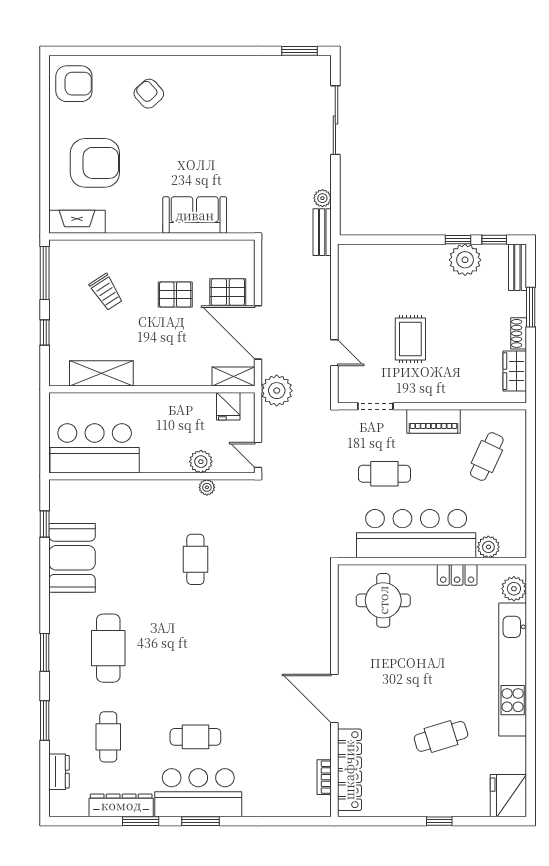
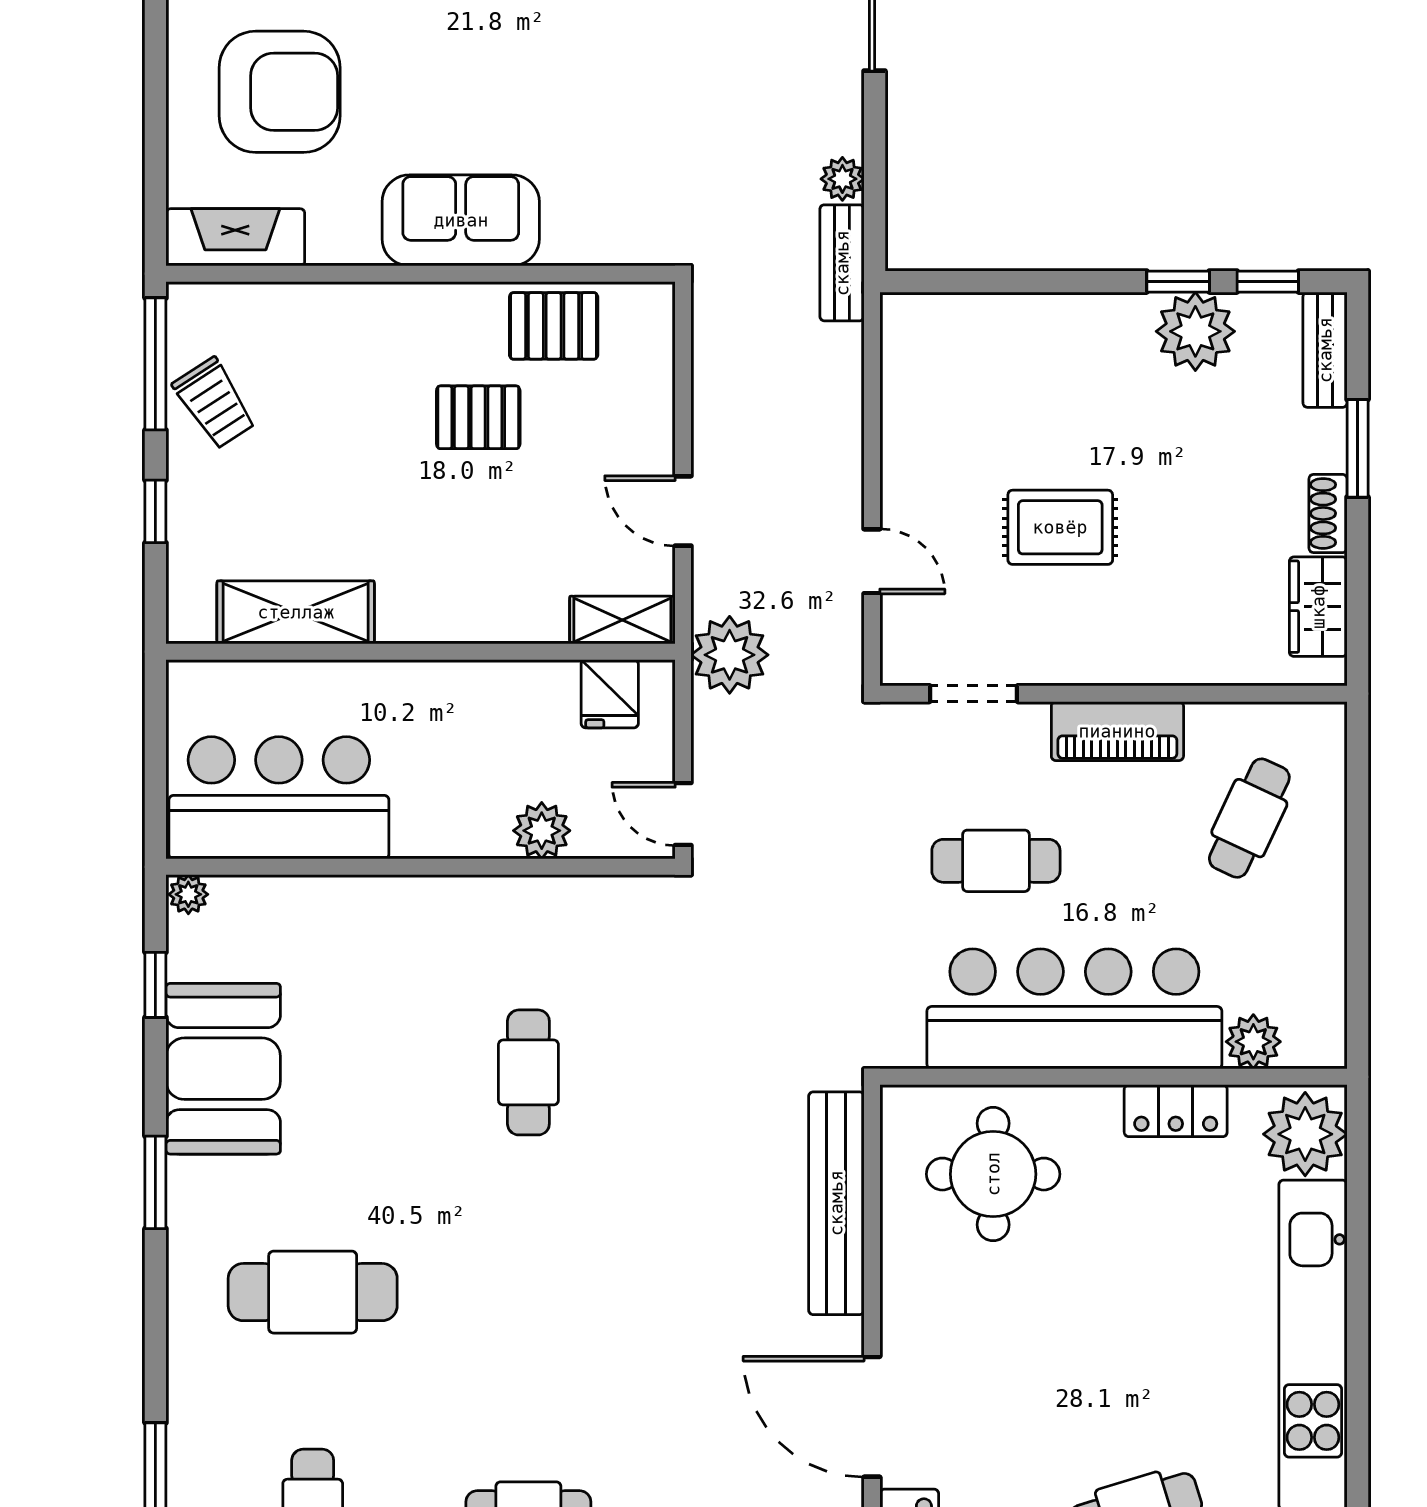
sofa: (195, 215) -> (461, 220), moved
trolley: (106, 292) -> (214, 403), moved
pallet: (228, 292) -> (554, 326), moved
door: (258, 332) -> (683, 511), width x0.53
rug: (410, 339) -> (1060, 527), turned 90
plant: (207, 487) -> (188, 894), moved
plant: (514, 589) -> (1305, 1134), width x1.36, depth x1.36
bench: (320, 612) -> (836, 1203), added
cafe table: (108, 648) -> (313, 1292), turned 90
window: (45, 652) -> (155, 1182), moved

